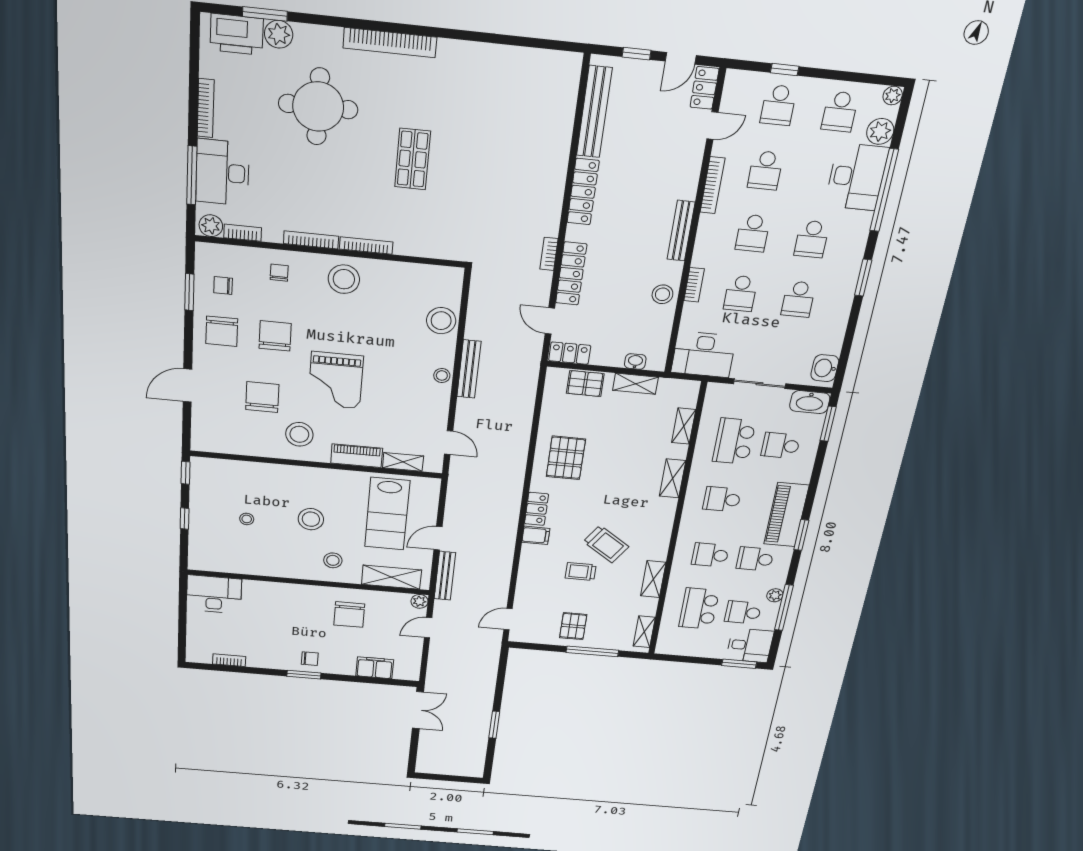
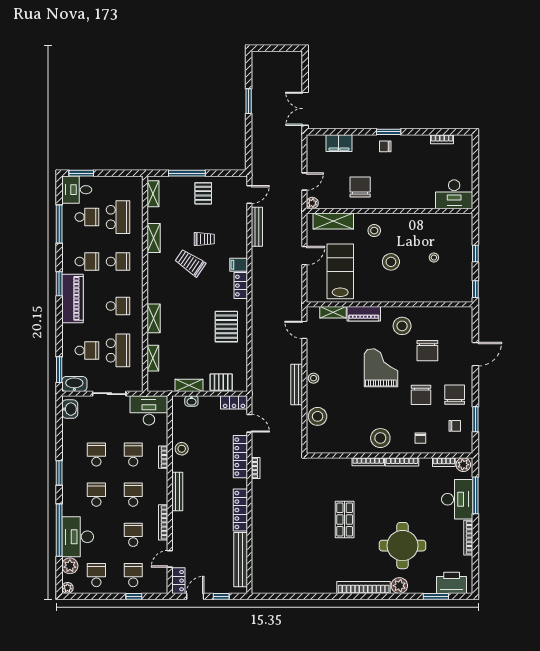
plant: (279, 34) -> (399, 586), moved
bench: (445, 576) -> (257, 227), moved
plant: (775, 595) -> (67, 233), removed

